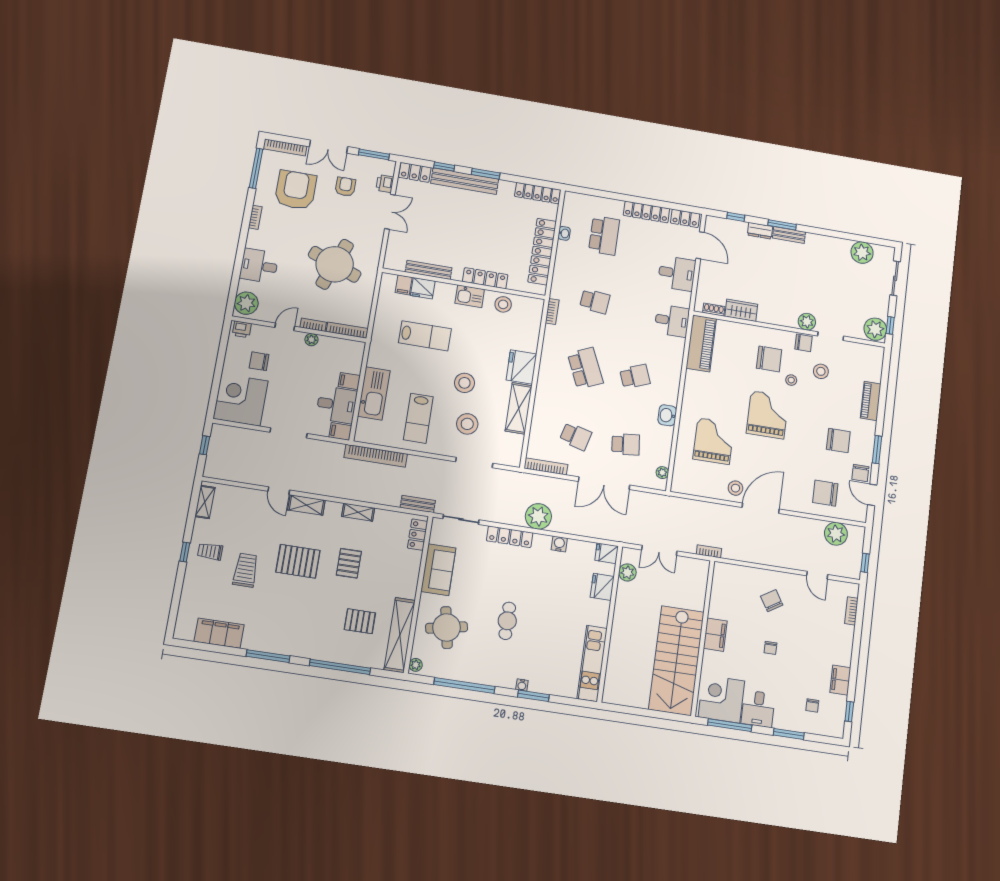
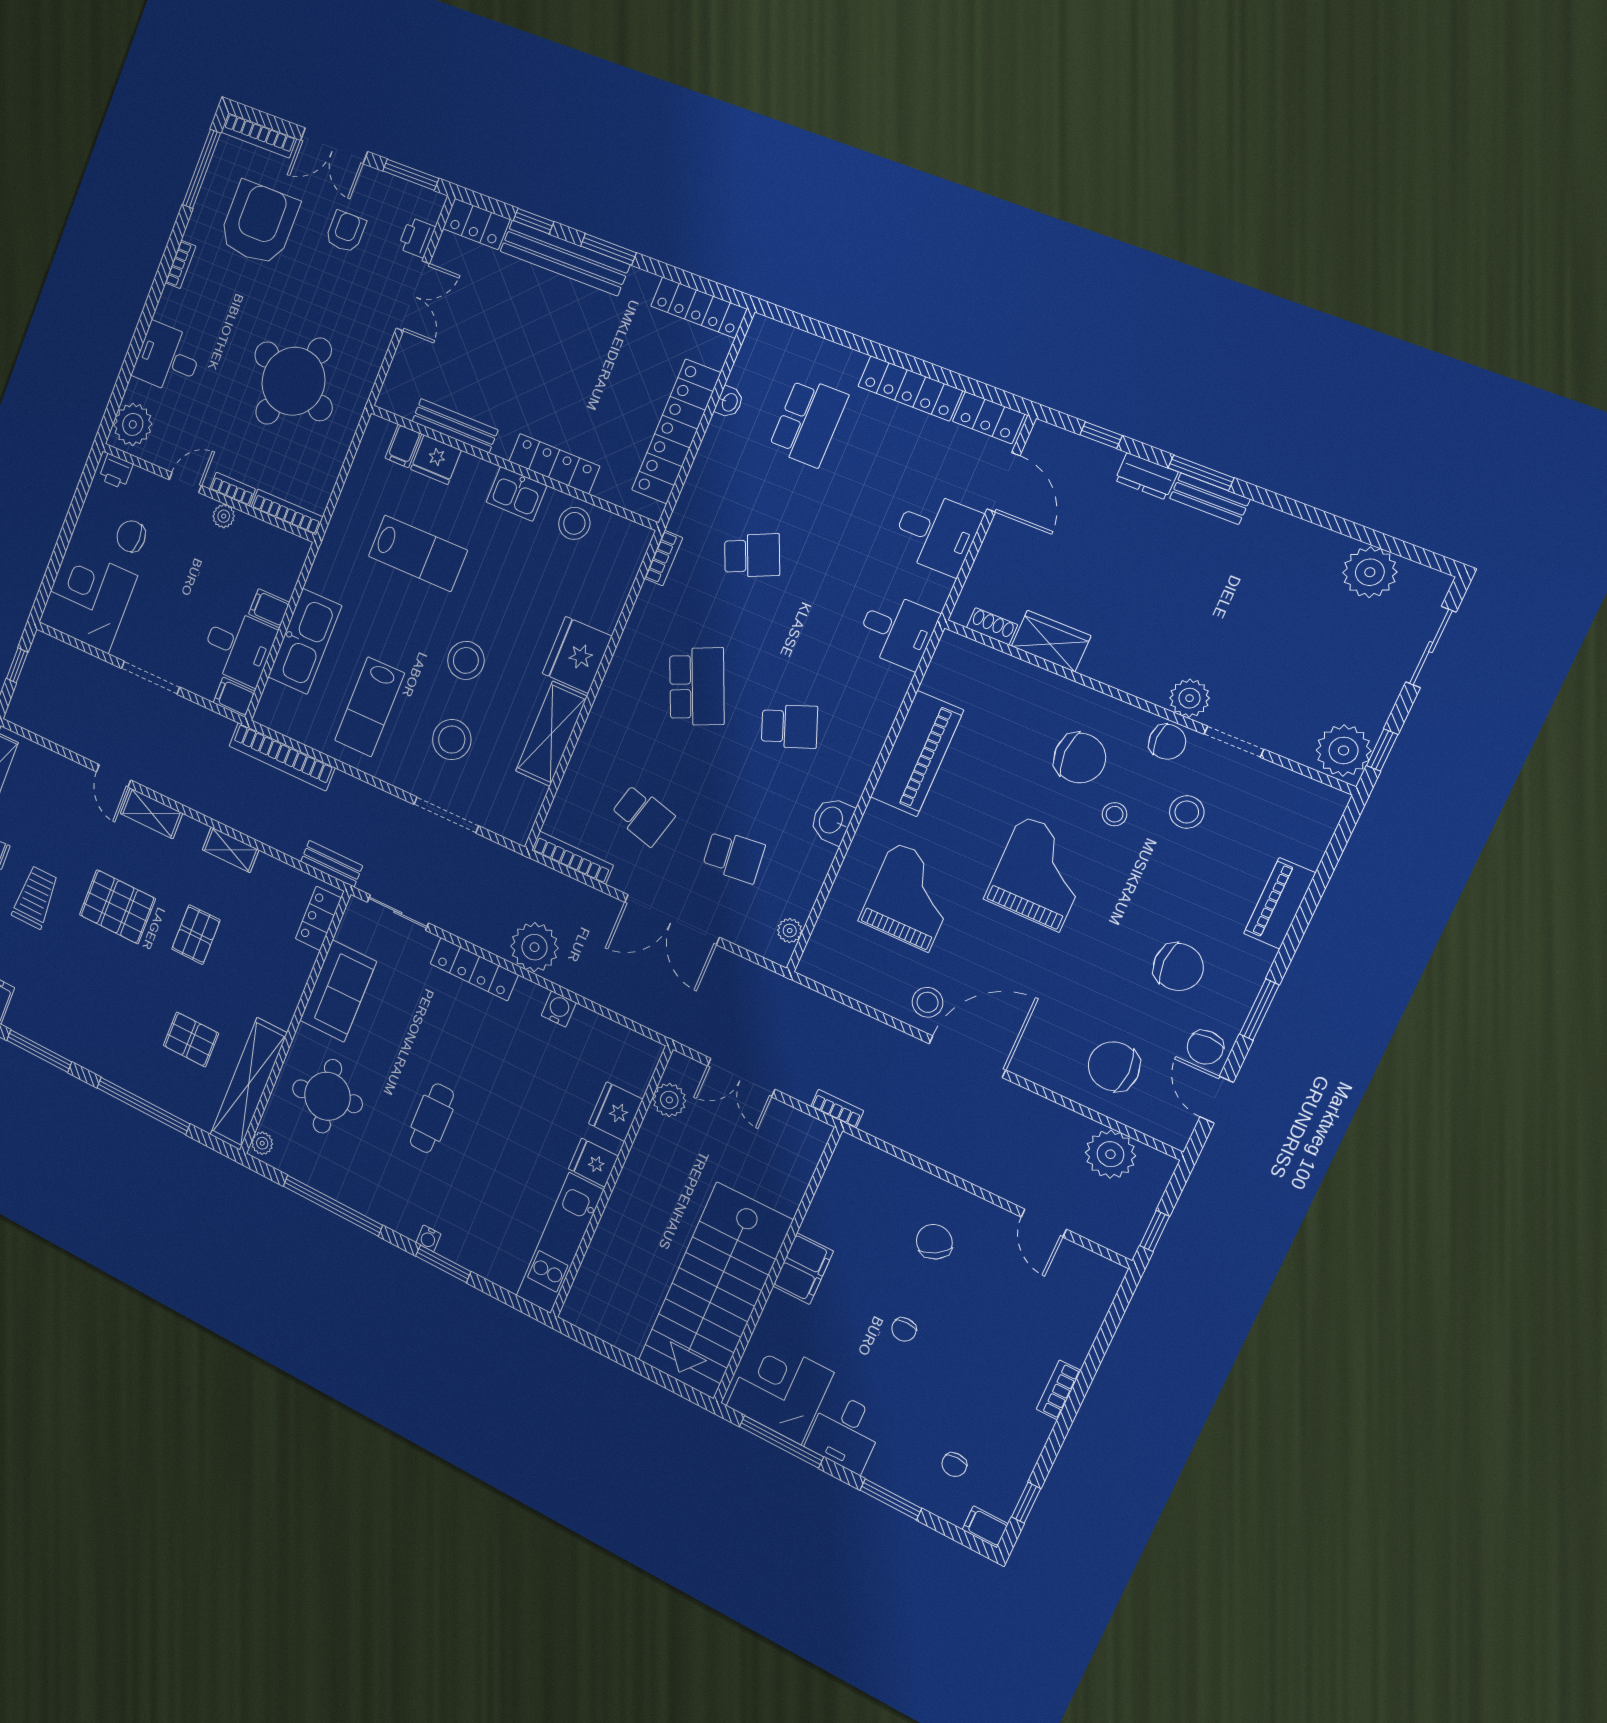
school desk: (595, 301) -> (752, 556), turned -30
piano: (701, 343) -> (917, 754), moved
fridge: (607, 553) -> (593, 1163), moved
bookcase: (851, 611) -> (1058, 1390), moved
filing cabinet: (840, 680) -> (985, 1527), moved, width x0.50

